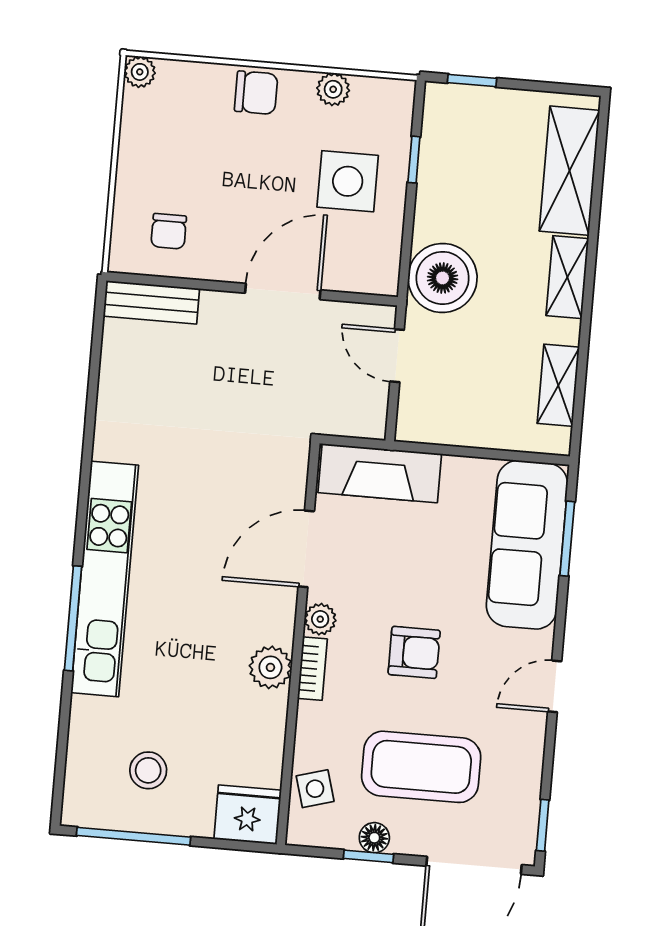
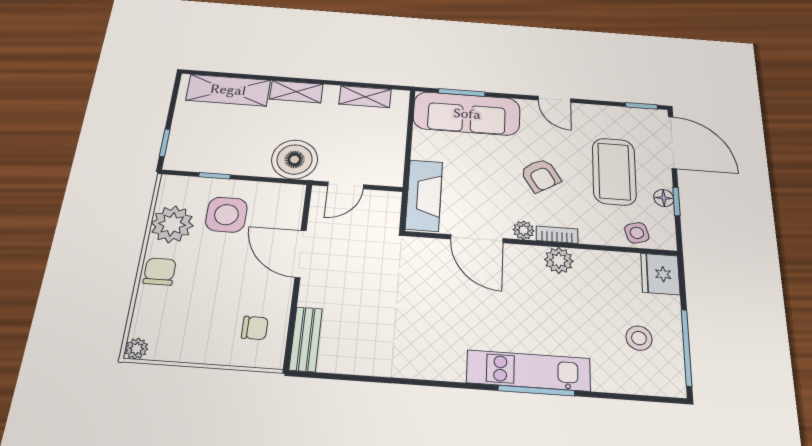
plant: (333, 89) -> (172, 224), width x1.87, depth x1.87
kitchen unit: (105, 579) -> (529, 371), width x0.73
armchair: (414, 652) -> (541, 175), turned 149

